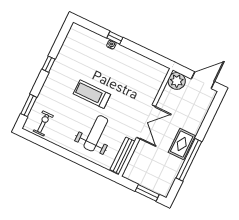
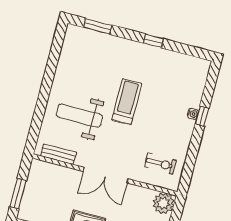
exercise bike: (43, 123) -> (160, 164), moved
weight bench: (96, 133) -> (79, 116), turned 180
bench: (123, 155) -> (58, 154), width x0.73

